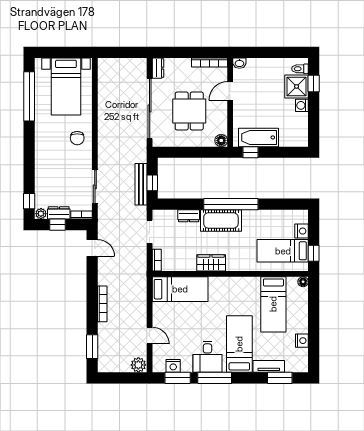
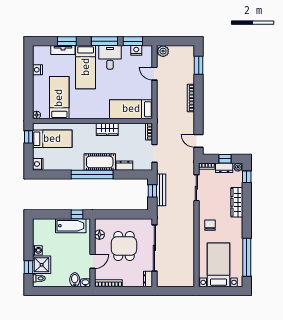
bidet: (253, 67) -> (75, 280), added
floor lamp: (221, 140) -> (99, 235), moved
wardrobe: (42, 168) -> (237, 202), added
nightstand: (302, 231) -> (38, 164), moved
window: (280, 378) -> (67, 41), moved

